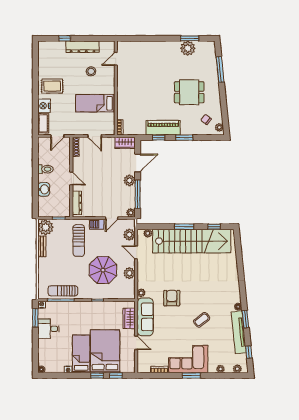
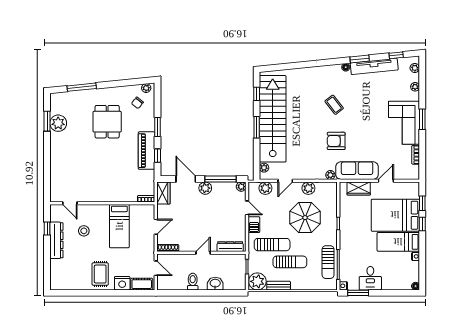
window: (65, 38) -> (47, 228), moved
sun lounger: (63, 257) -> (290, 262), added
coffee table: (202, 320) -> (334, 105), moved

